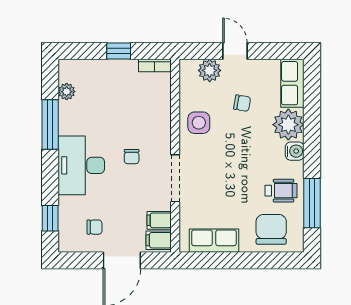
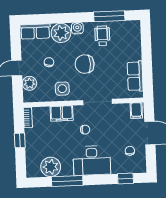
plant: (67, 92) -> (51, 167), width x1.88, depth x1.88
filing cabinet: (159, 220) -> (62, 113), moved, width x2.00
chair: (271, 229) -> (85, 64), moved

